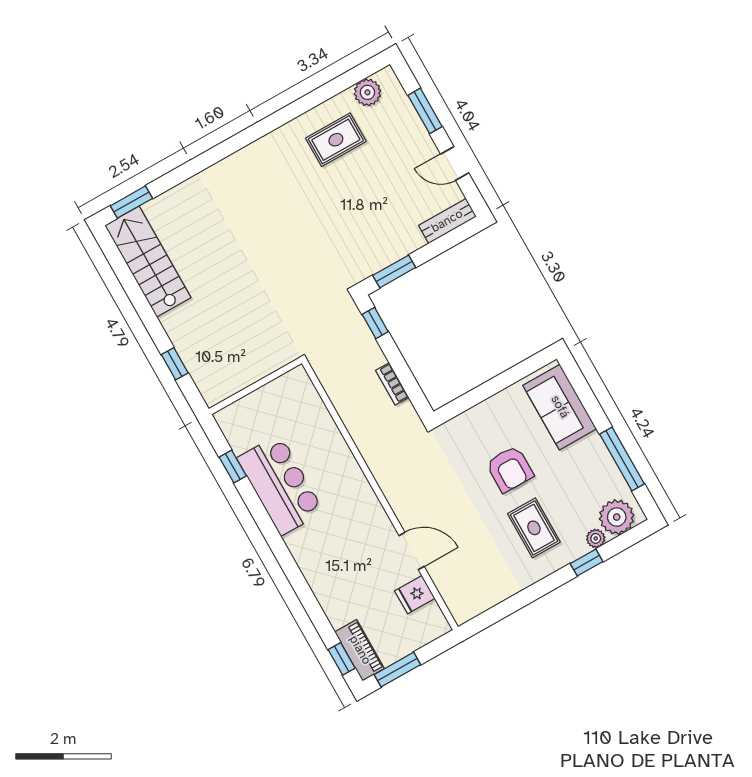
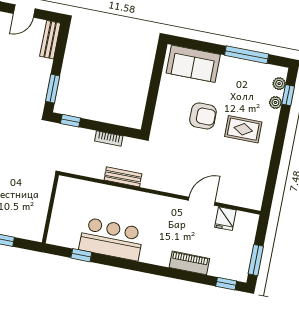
bench: (362, 438) -> (123, 177), added
plant: (617, 517) -> (279, 84), width x0.53, depth x0.53
window: (587, 563) -> (288, 95), moved
piano: (360, 650) -> (189, 263), moved

